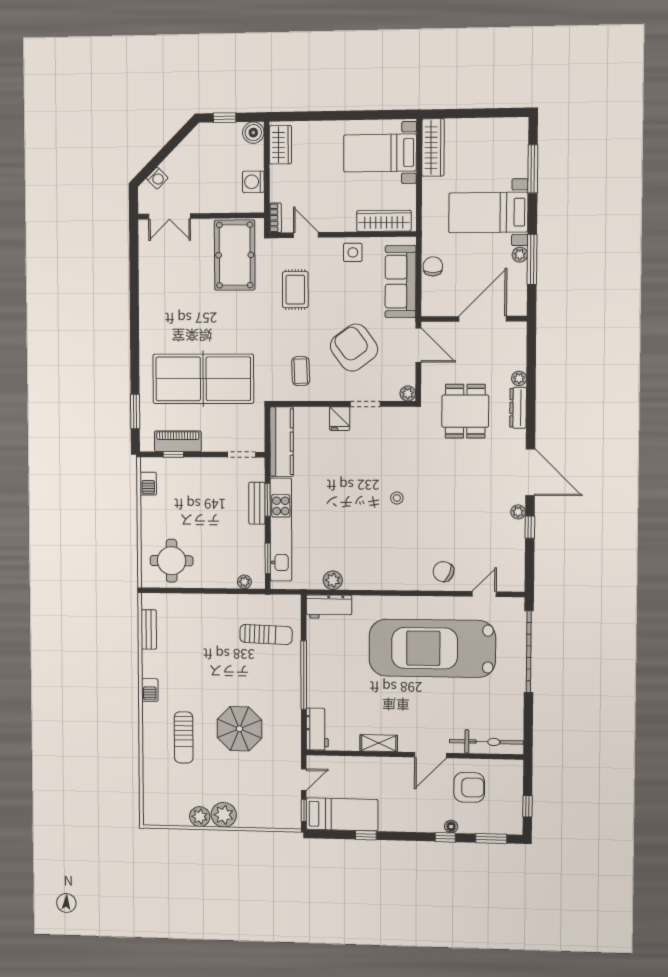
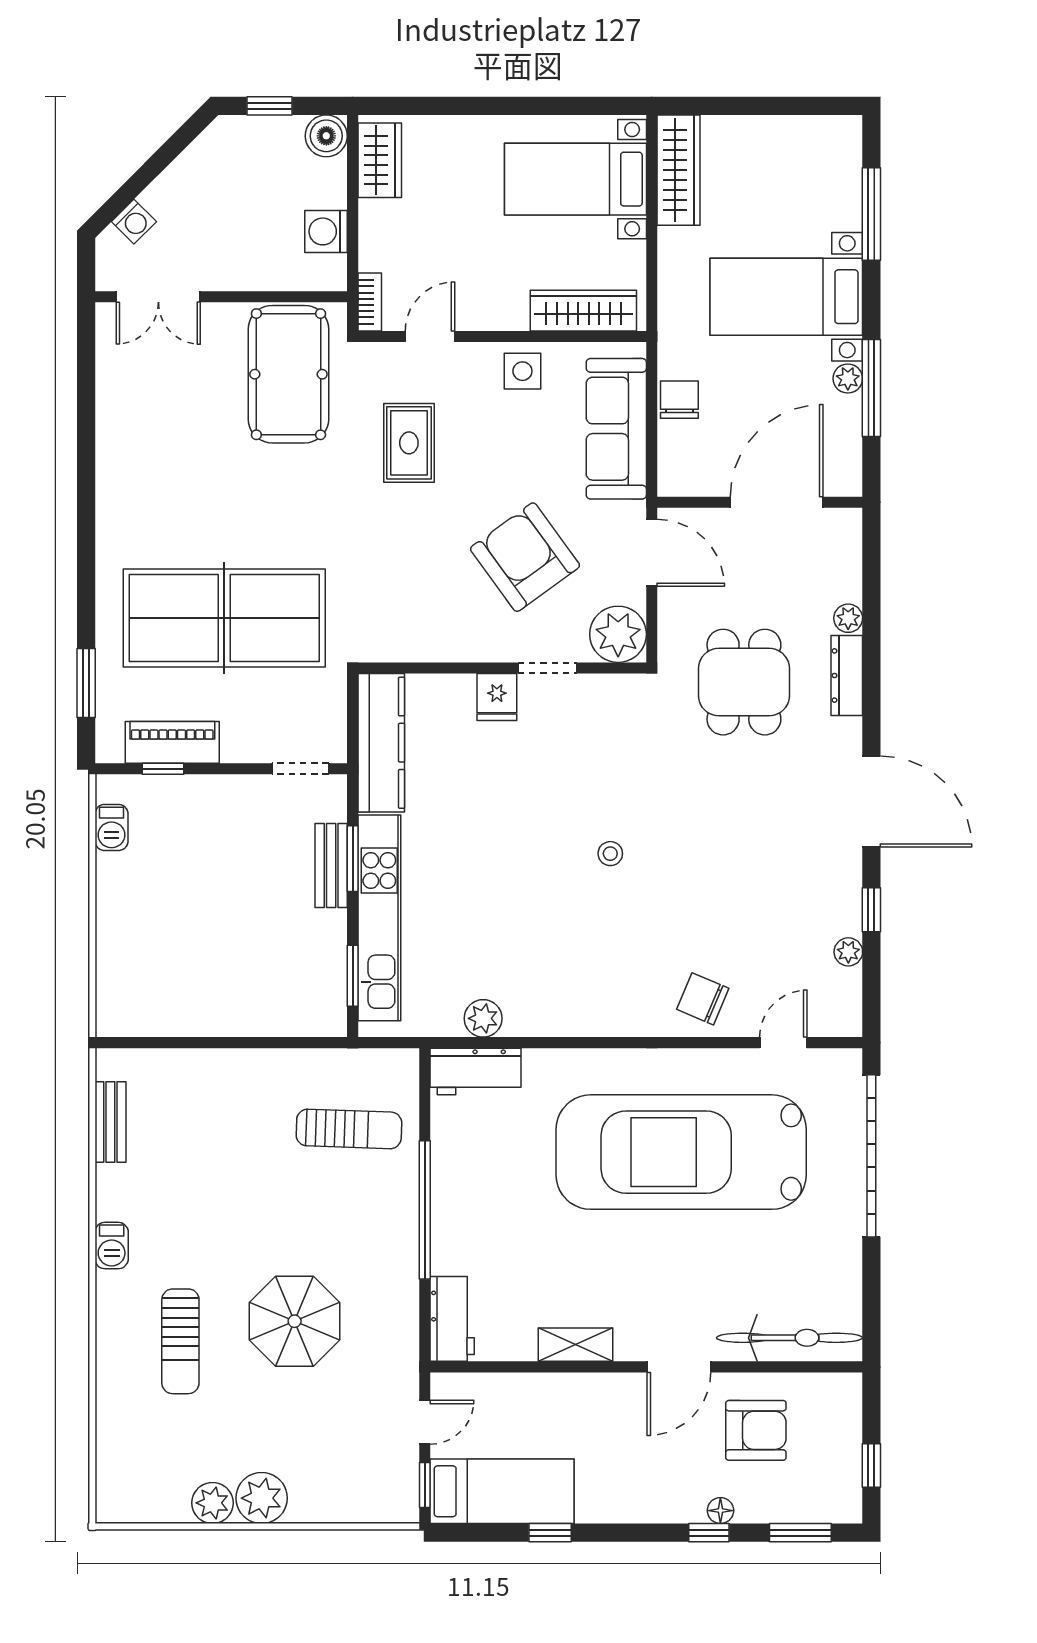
door: (306, 235) -> (430, 336), hinge flipped
coffee table: (301, 371) -> (419, 603), removed
plant: (408, 393) -> (618, 634), width x1.88, depth x1.88
plant: (518, 512) -> (848, 952), moved
round table: (172, 561) -> (158, 982), removed
plant: (244, 582) -> (306, 1023), removed

